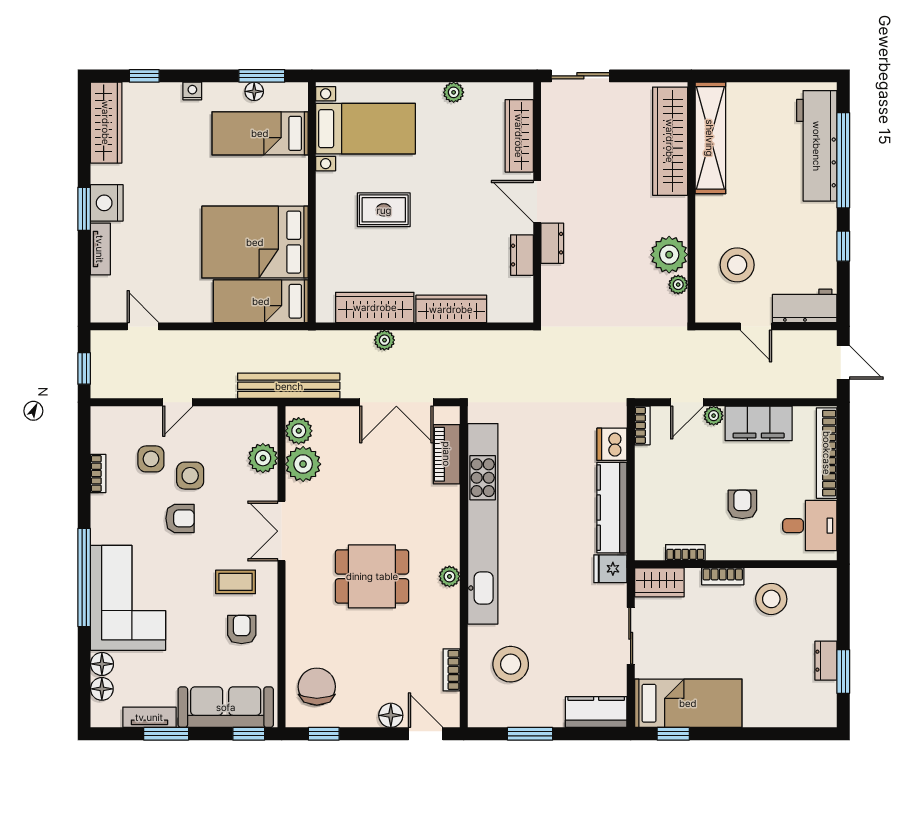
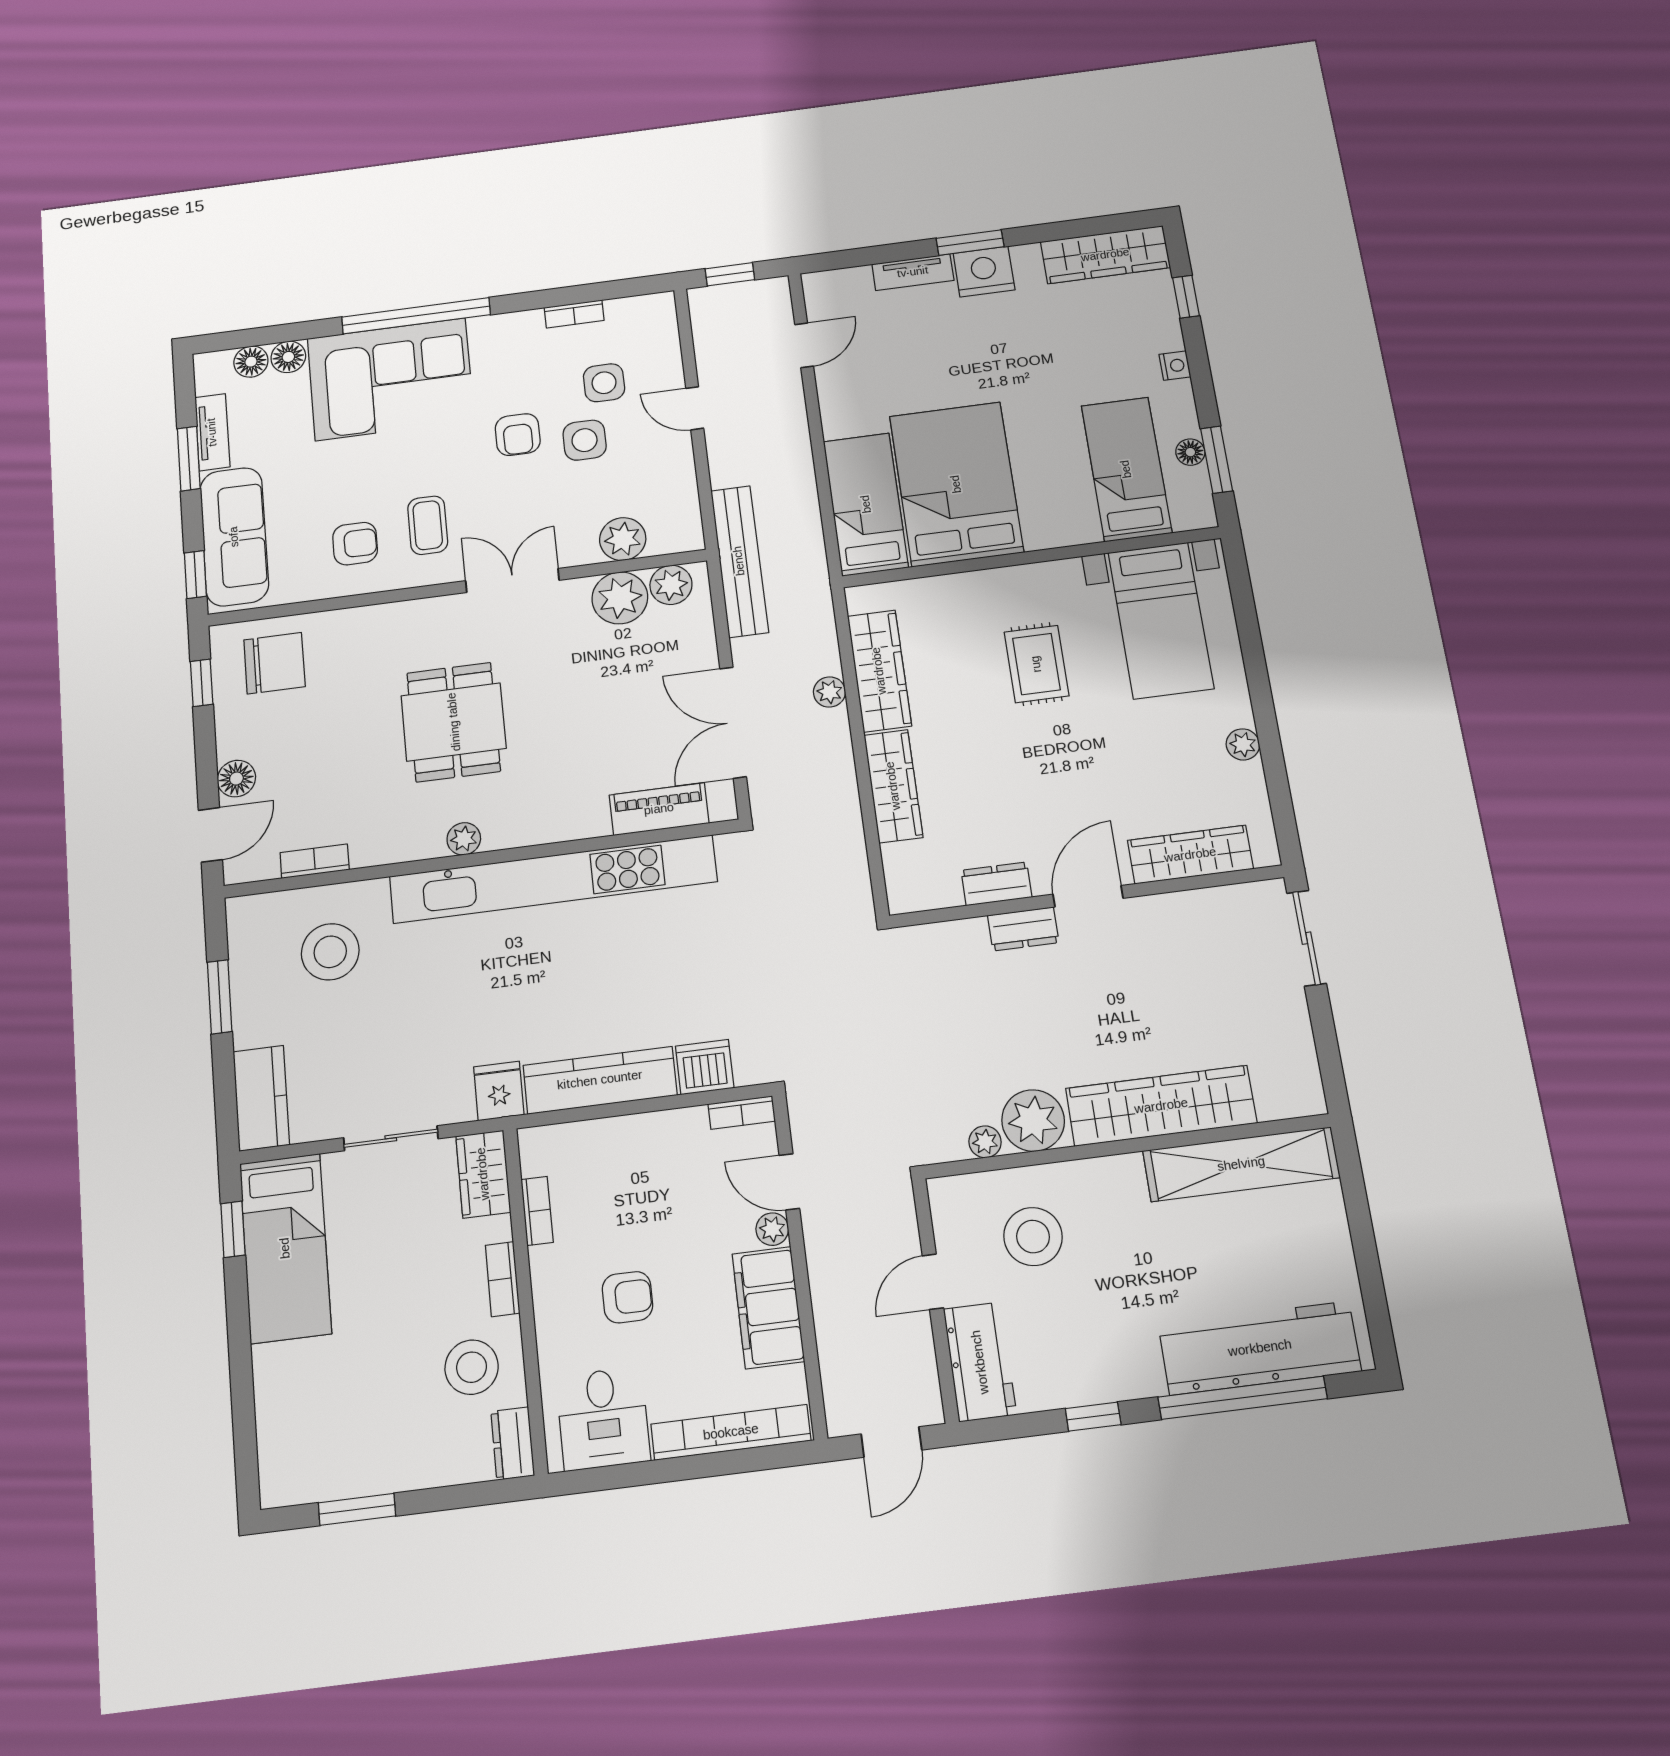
wardrobe: (670, 141) -> (1161, 1106), moved
dresser: (826, 661) -> (513, 1443), moved, turned -90

